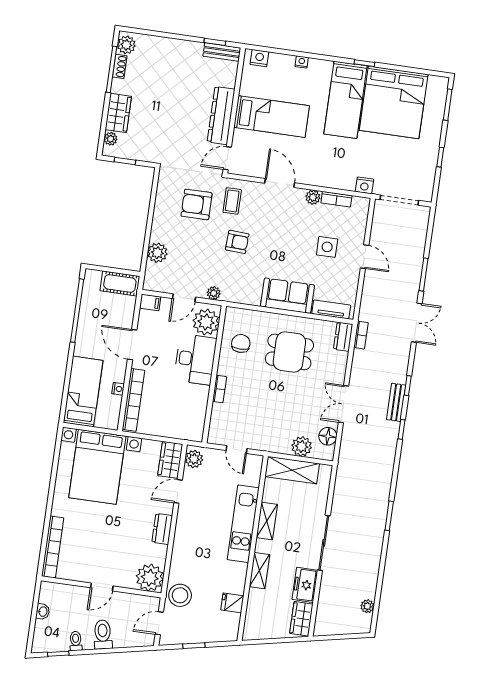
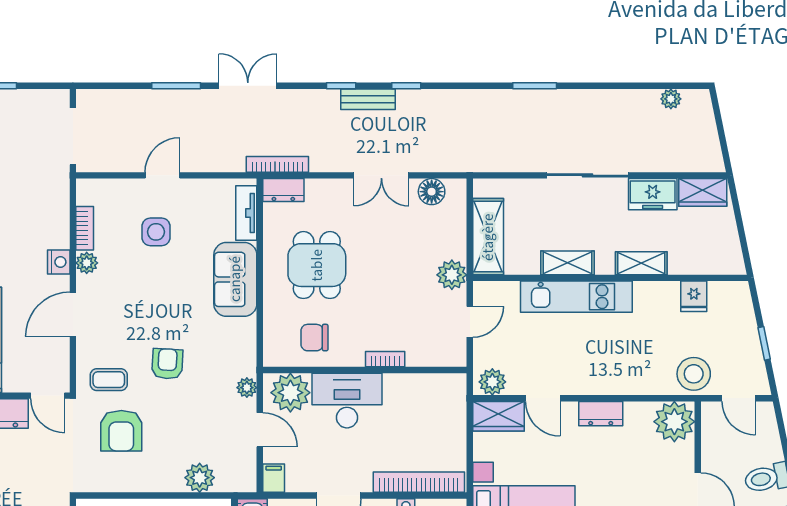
nightstand: (365, 185) -> (59, 262), moved
bookcase: (361, 335) -> (277, 164), width x1.56
plant: (302, 446) -> (452, 275), moved

